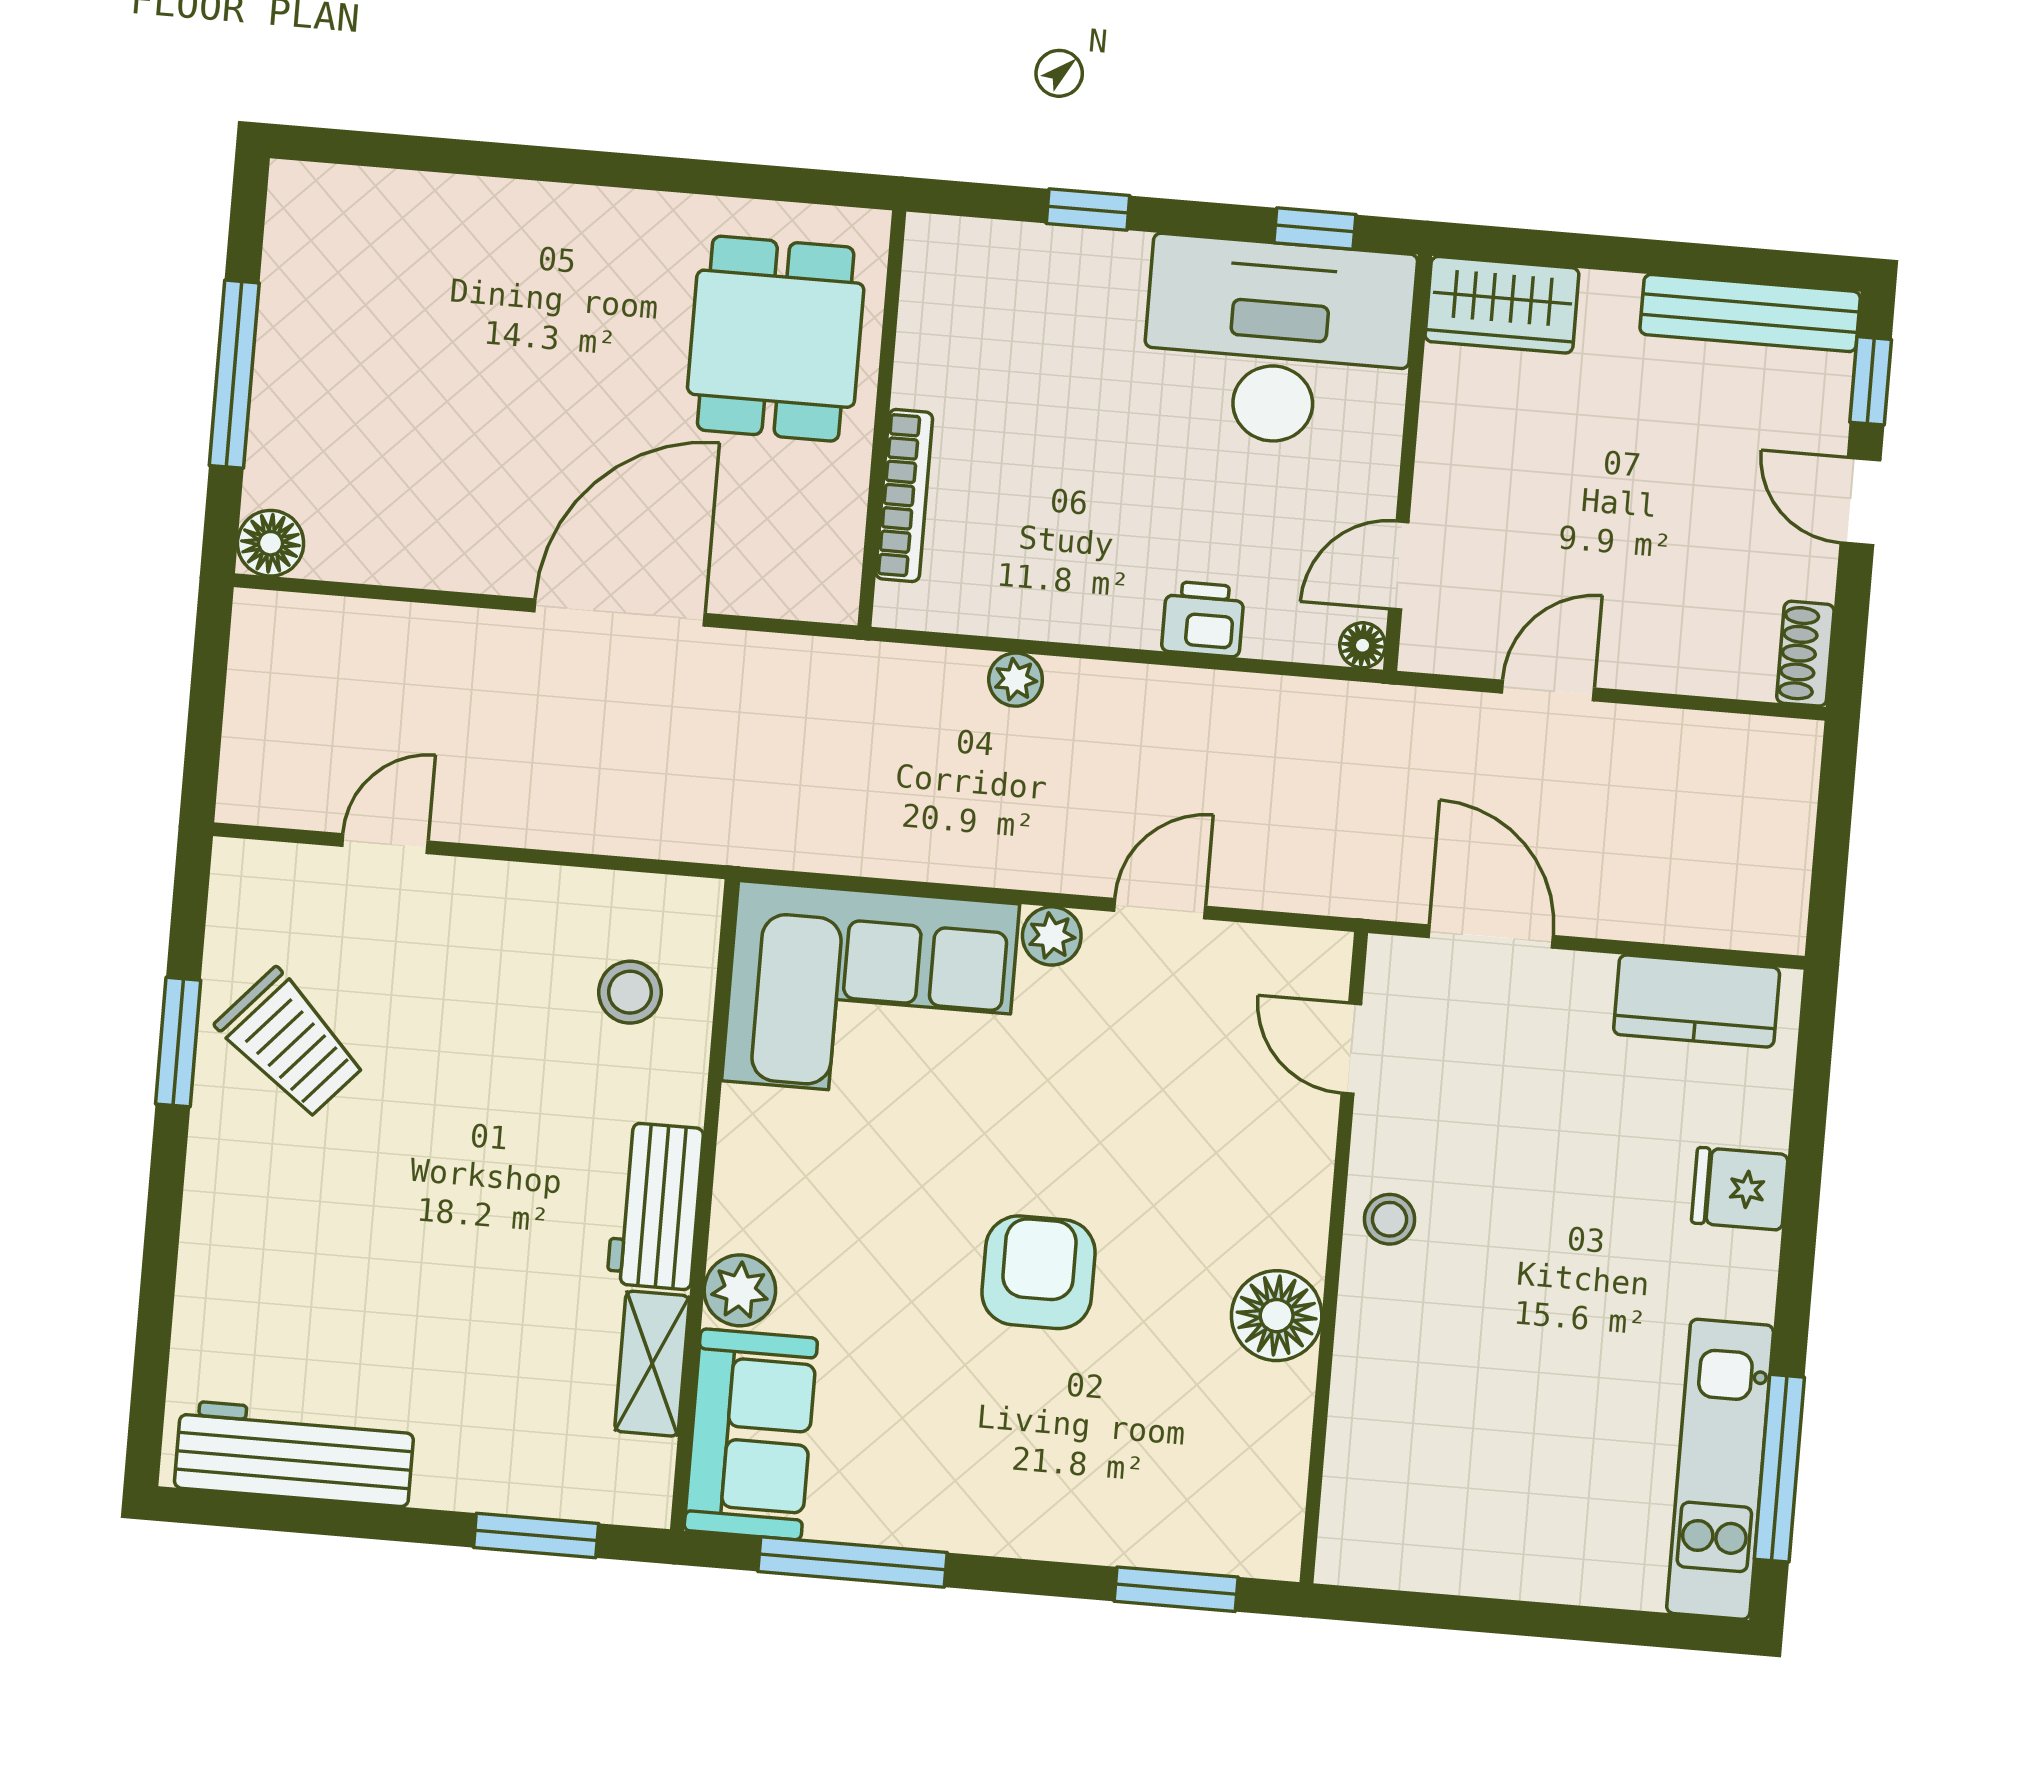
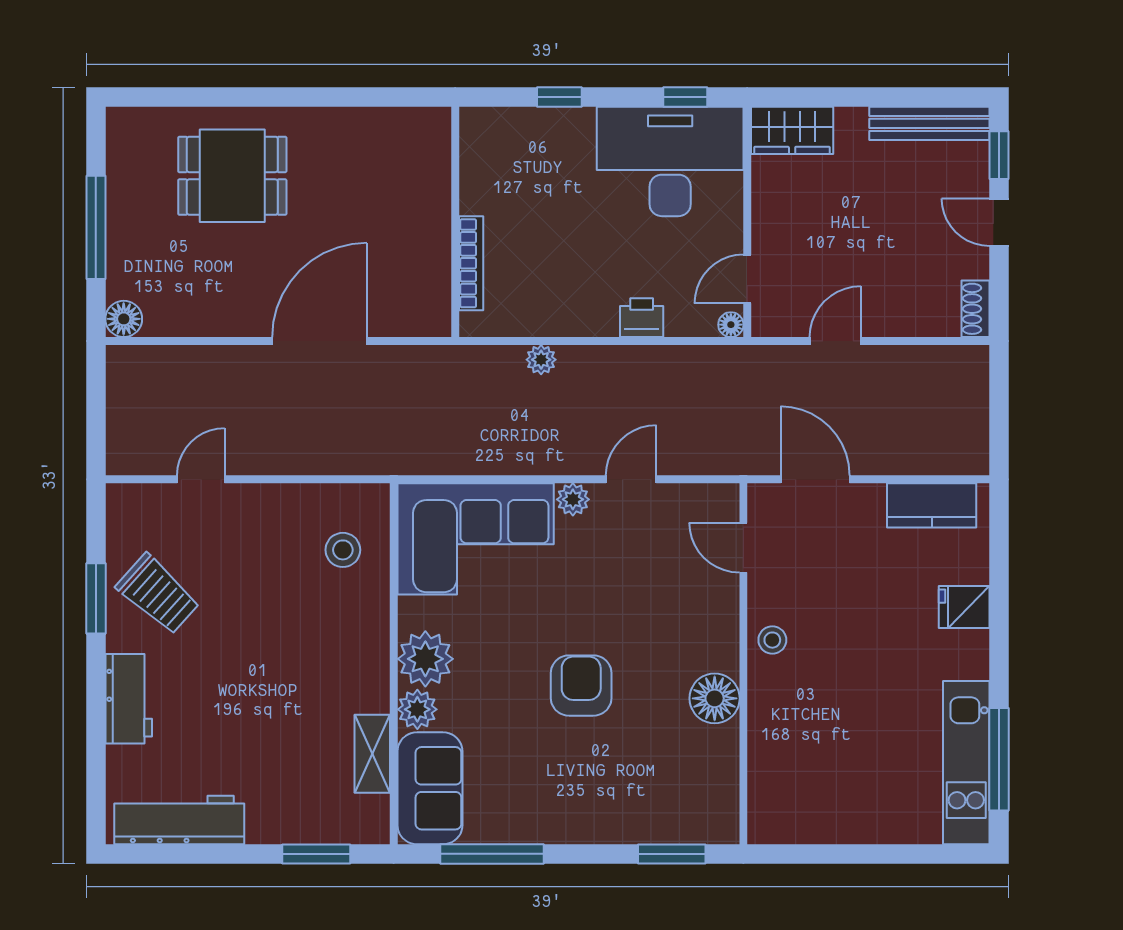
dining table: (776, 339) -> (232, 176), moved, turned 90
plant: (762, 1201) -> (425, 659), added
workbench: (655, 1206) -> (129, 699), moved, turned 180

